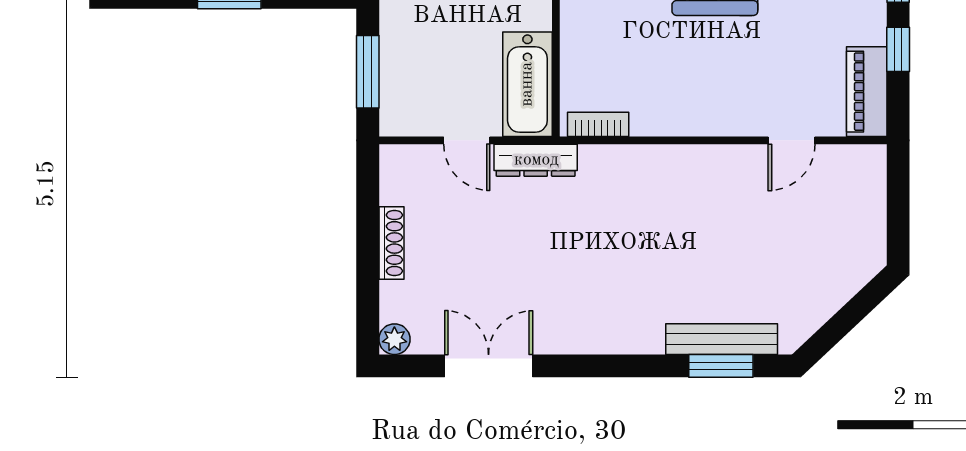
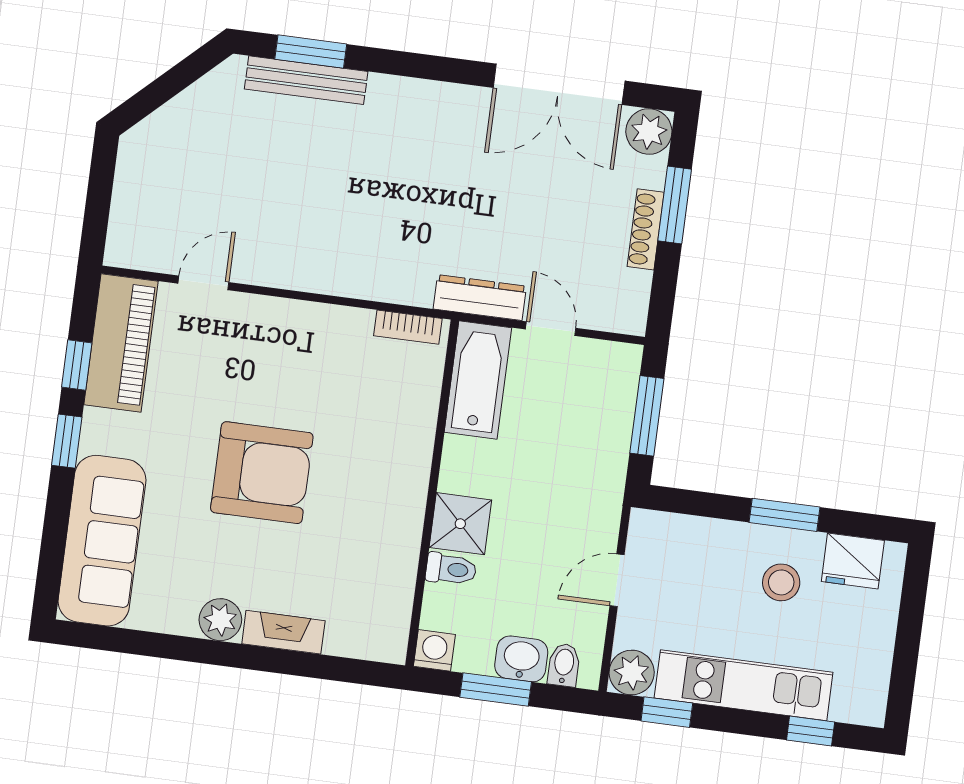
piano: (867, 92) -> (121, 343), width x1.37, depth x1.33
window: (368, 269) -> (675, 205), added
plant: (394, 339) -> (649, 131), width x1.38, depth x1.38
double door: (489, 366) -> (559, 84), width x1.37

